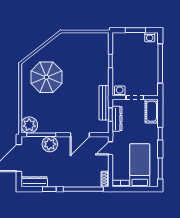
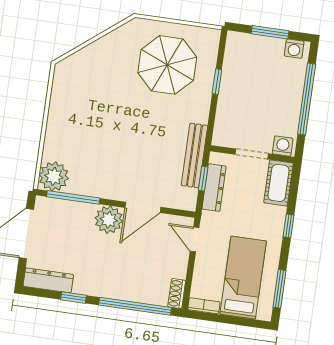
parasol: (46, 77) -> (167, 65), moved
washing machine: (120, 91) -> (283, 146), moved
plant: (50, 144) -> (109, 220), moved
door: (110, 148) -> (195, 239), hinge flipped

